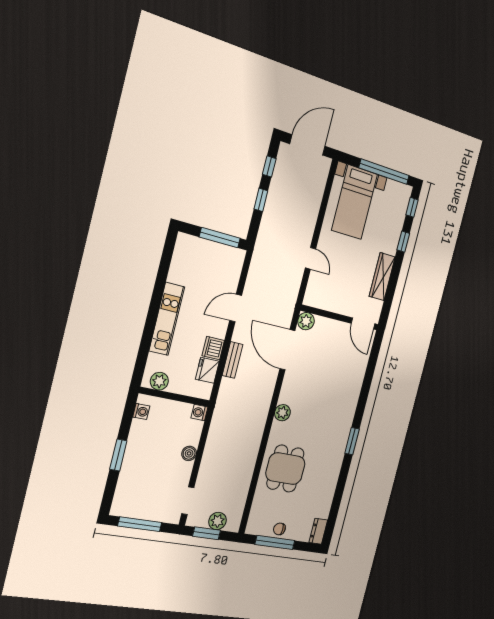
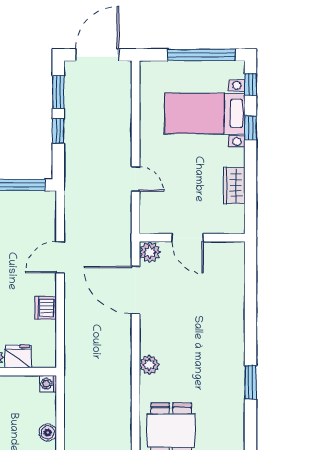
window: (269, 166) -> (58, 92), width x1.50
bed with nightstands: (354, 202) -> (205, 113), moved, turned 90
wardrobe: (382, 277) -> (234, 185), width x0.67
door: (363, 324) -> (188, 238), moved
bench: (233, 360) -> (72, 316), removed
fridge: (207, 370) -> (18, 356), moved, turned 90

